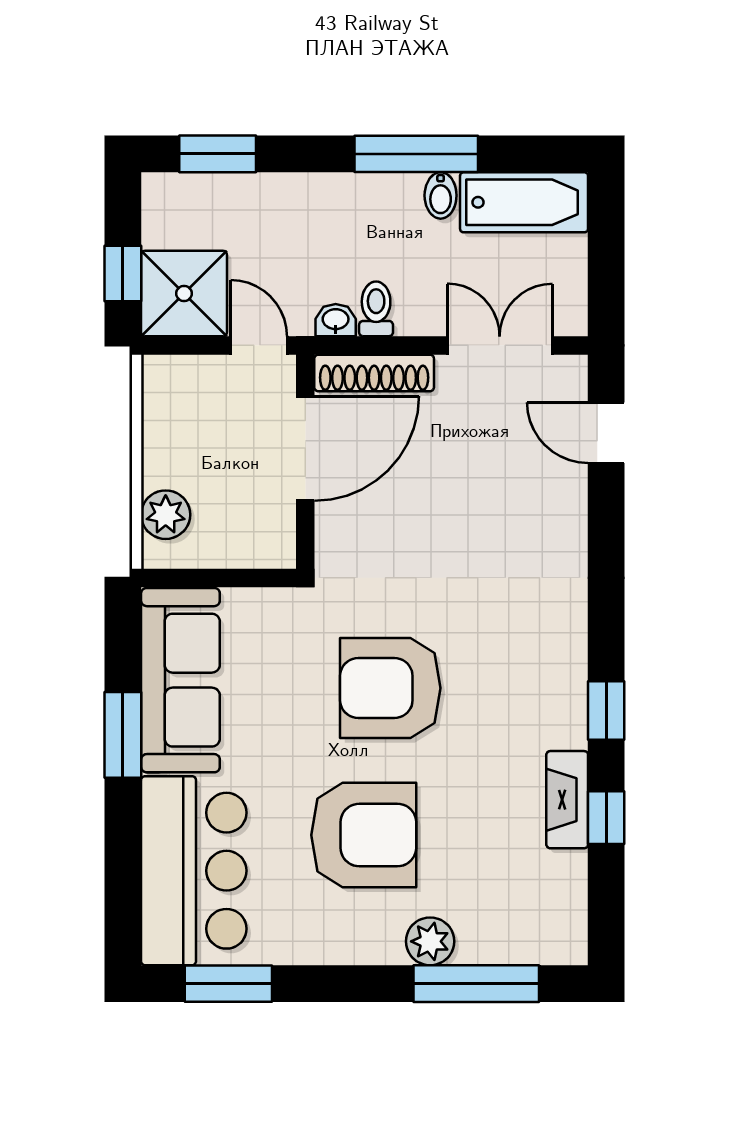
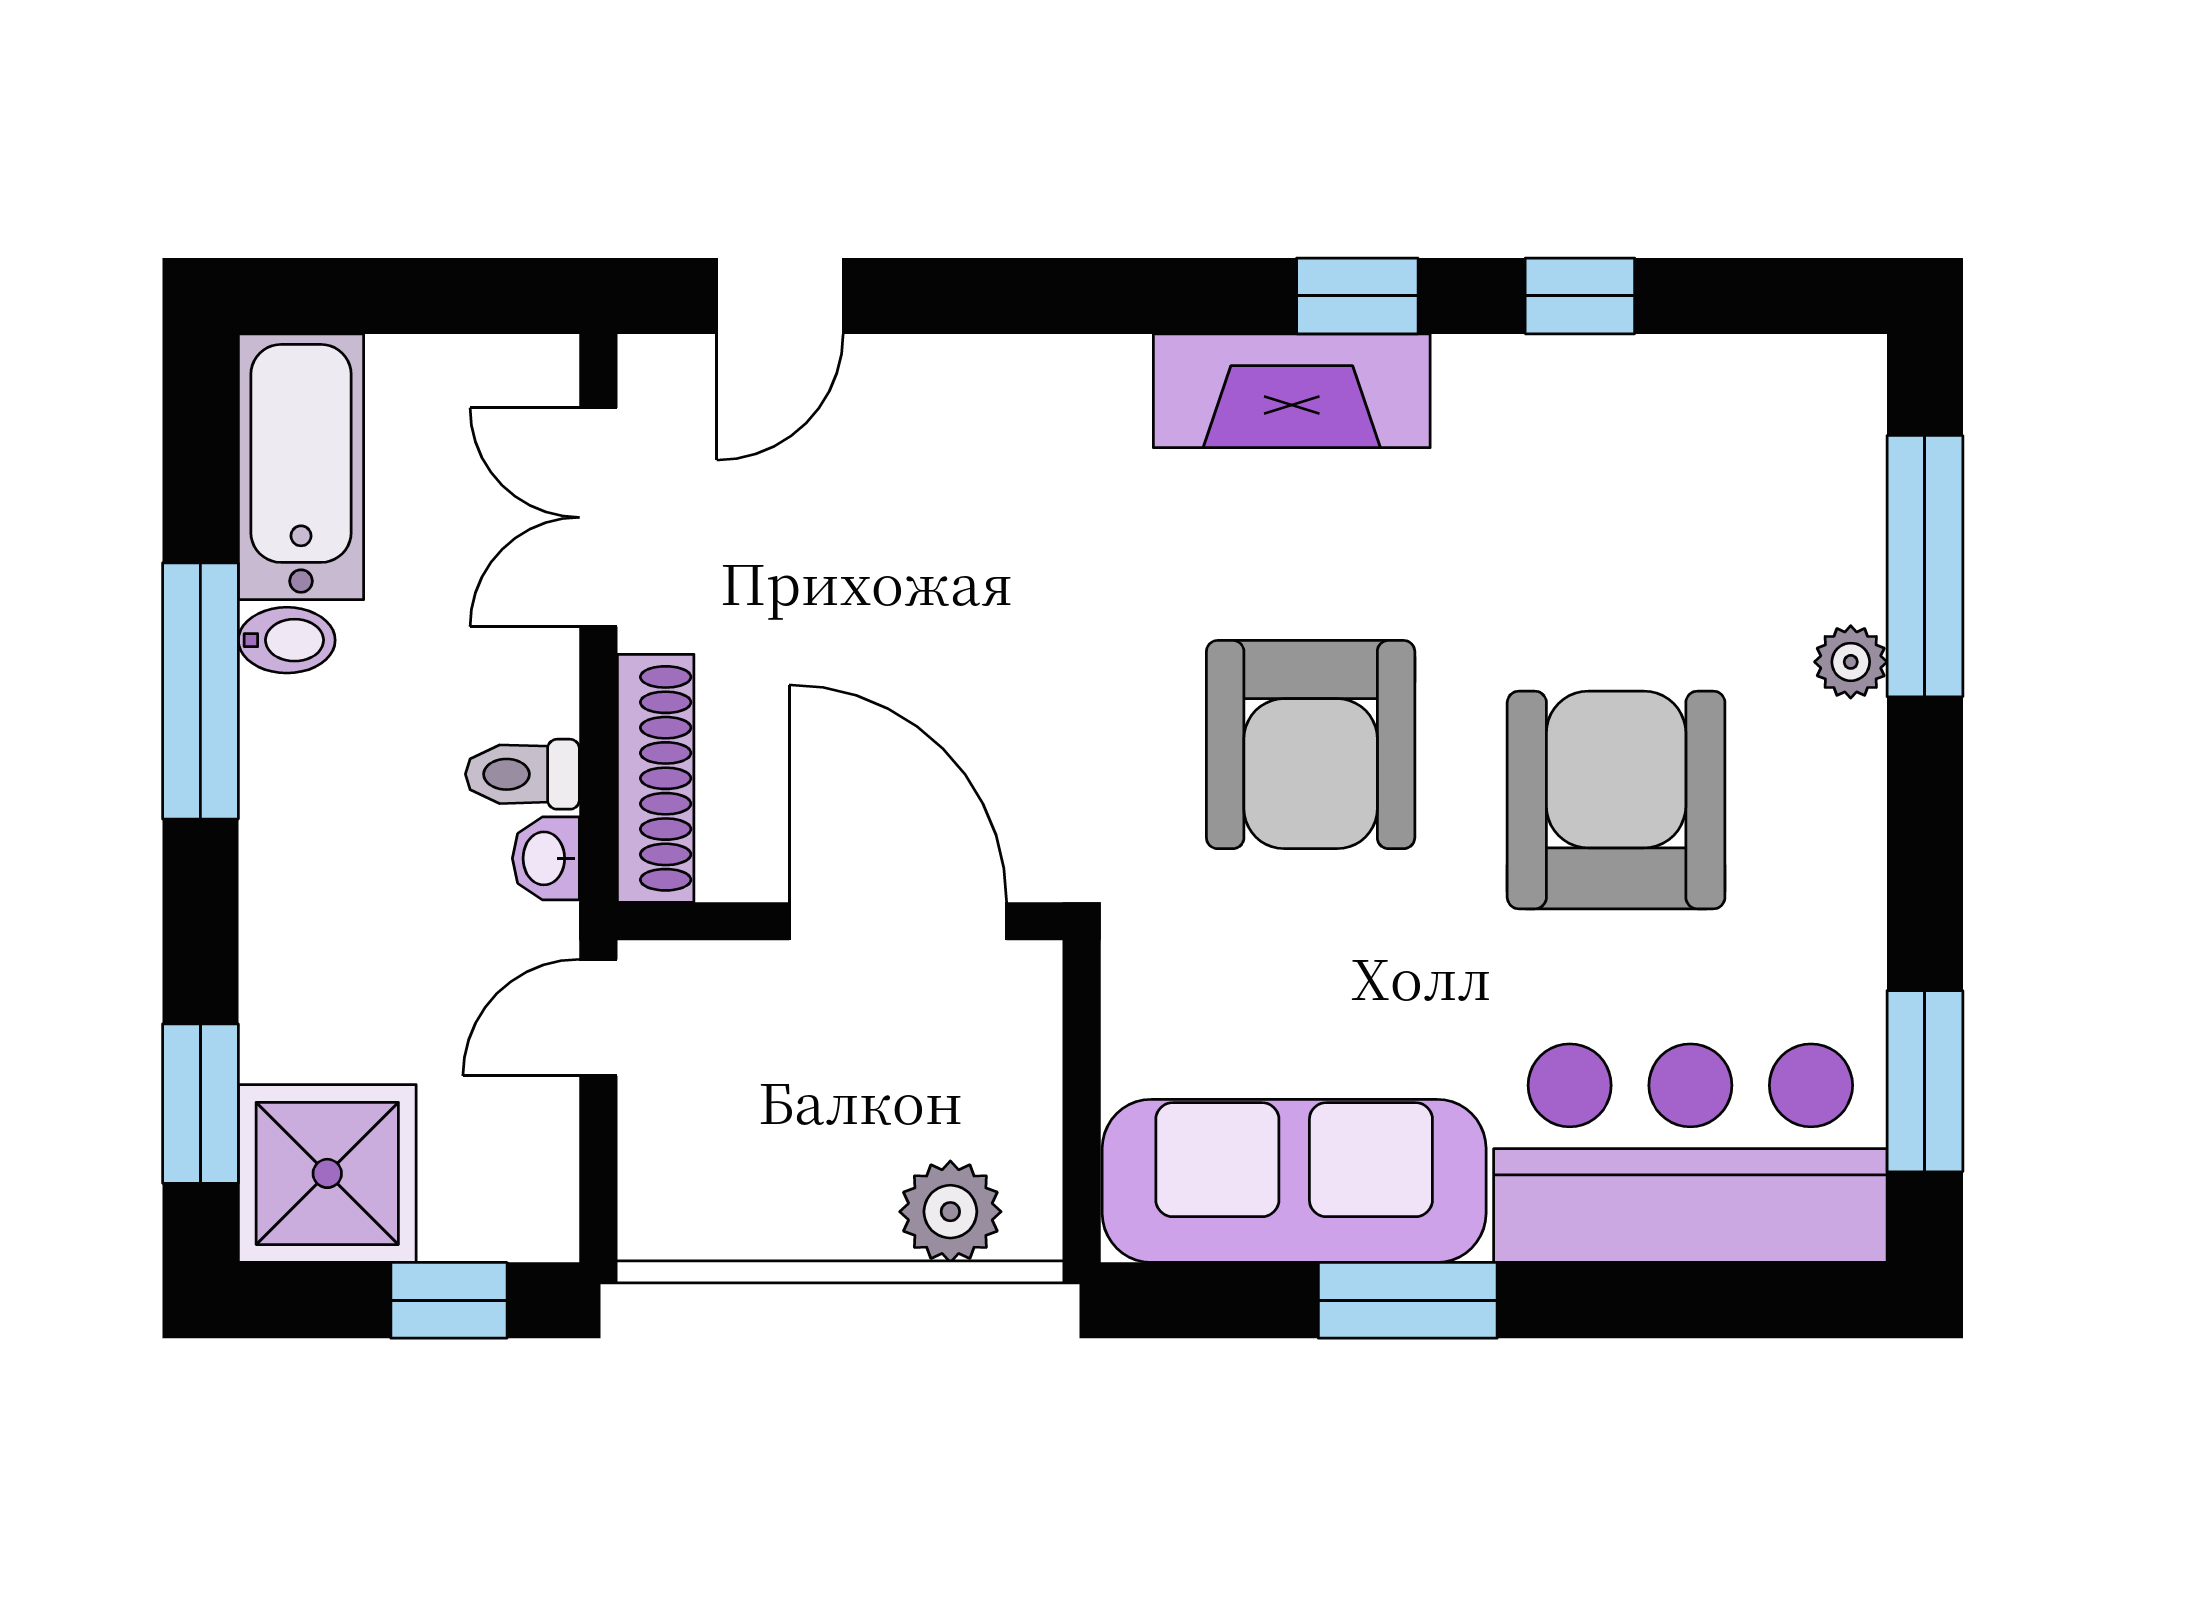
shower: (184, 293) -> (327, 1173), moved
door: (305, 448) -> (898, 921), moved
fireplace: (567, 800) -> (1292, 391), moved, width x1.37, depth x1.32
plant: (430, 941) -> (1851, 662), width x0.73, depth x0.73

